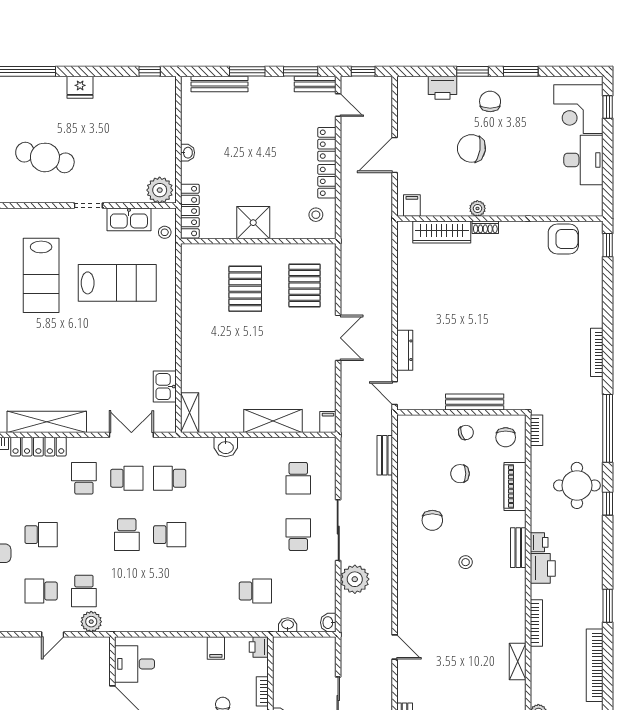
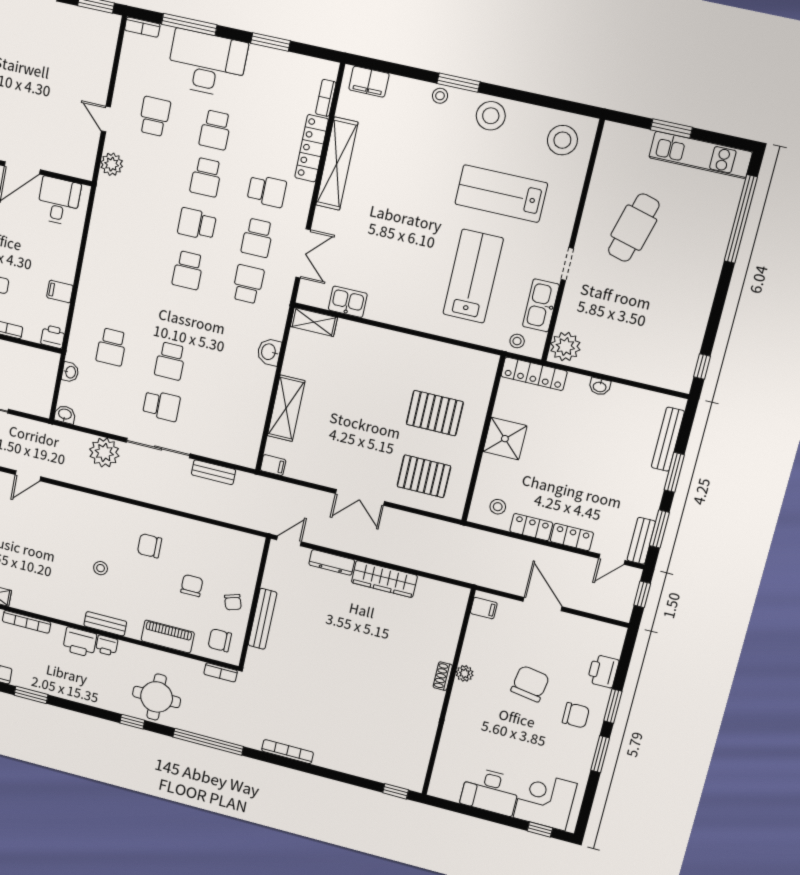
fridge: (80, 87) -> (704, 285), removed
wardrobe: (442, 232) -> (384, 579), moved, turned -90
armchair: (563, 239) -> (412, 750), removed
lab bench: (117, 283) -> (473, 276), turned 180
bench: (385, 455) -> (214, 472), moved
school desk: (298, 478) -> (170, 361), moved, turned -90
school desk: (84, 591) -> (206, 177), moved, turned -90

